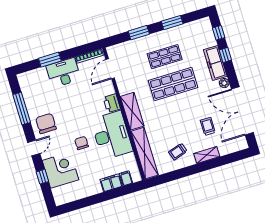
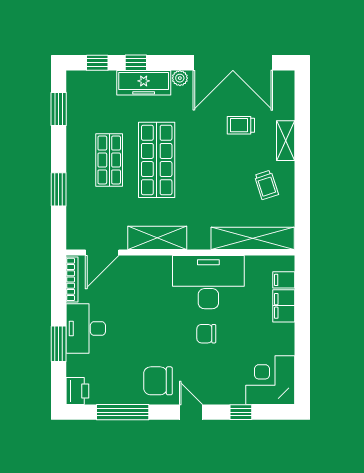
window: (172, 23) -> (59, 109), moved
door: (110, 69) -> (102, 253), hinge flipped
printer: (112, 103) -> (77, 391), moved, turned -90
shelving: (132, 111) -> (157, 238), moved
corner desk: (61, 170) -> (270, 380), moved

